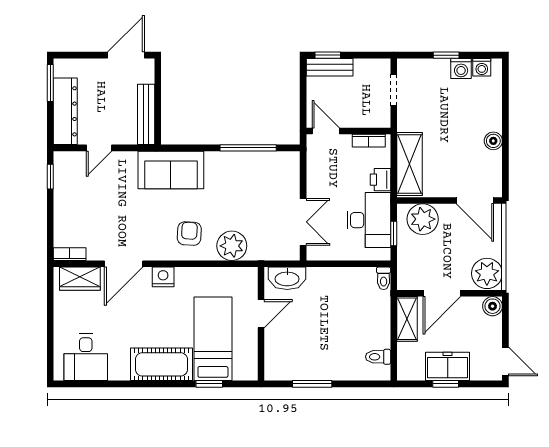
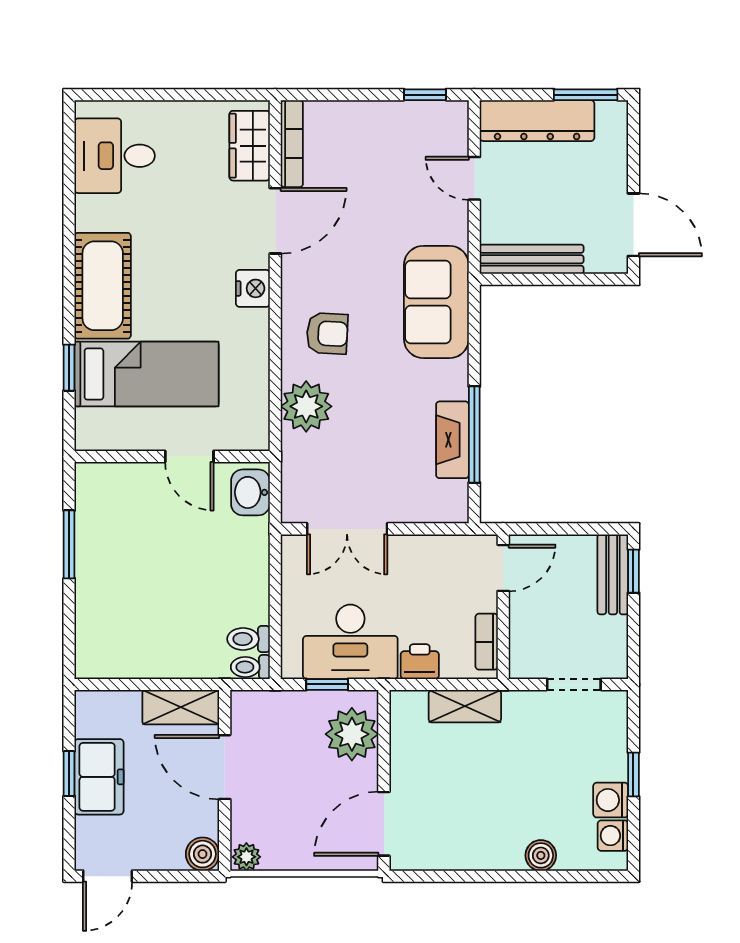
boiler: (493, 141) -> (541, 855), moved
fireplace: (251, 161) -> (452, 440), added
shelving: (410, 164) -> (465, 706), width x0.67, depth x0.75
bookcase: (70, 254) -> (292, 144), width x1.56
door: (124, 264) -> (275, 221), swing flipped
plant: (487, 273) -> (246, 857), width x0.53, depth x0.53
washbasin: (287, 278) -> (250, 492), width x0.72
toilet: (378, 357) -> (249, 639), moved, turned -90

